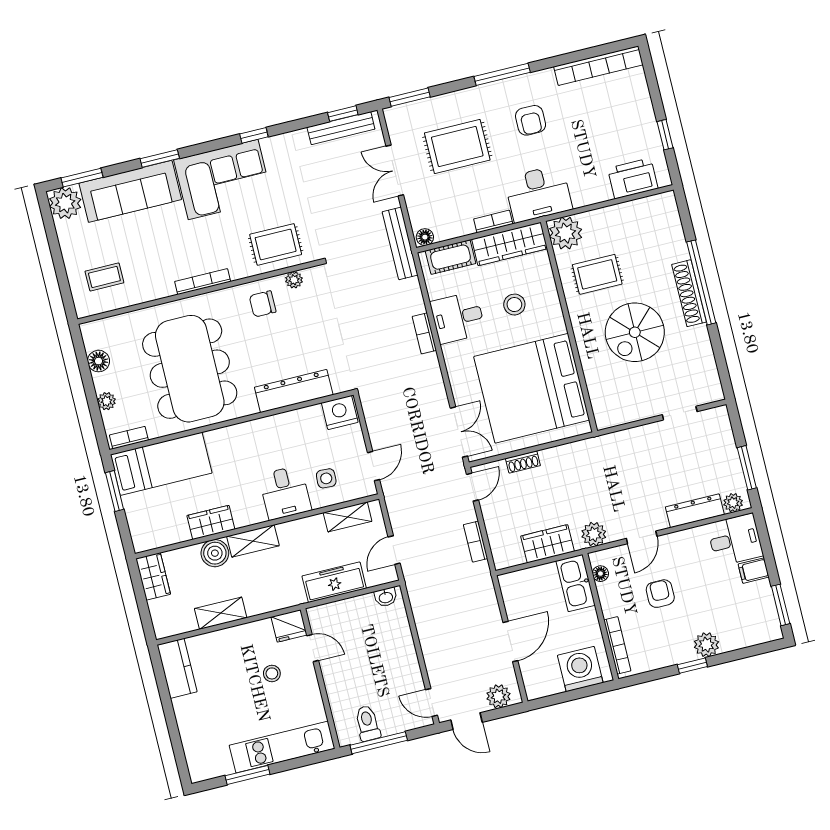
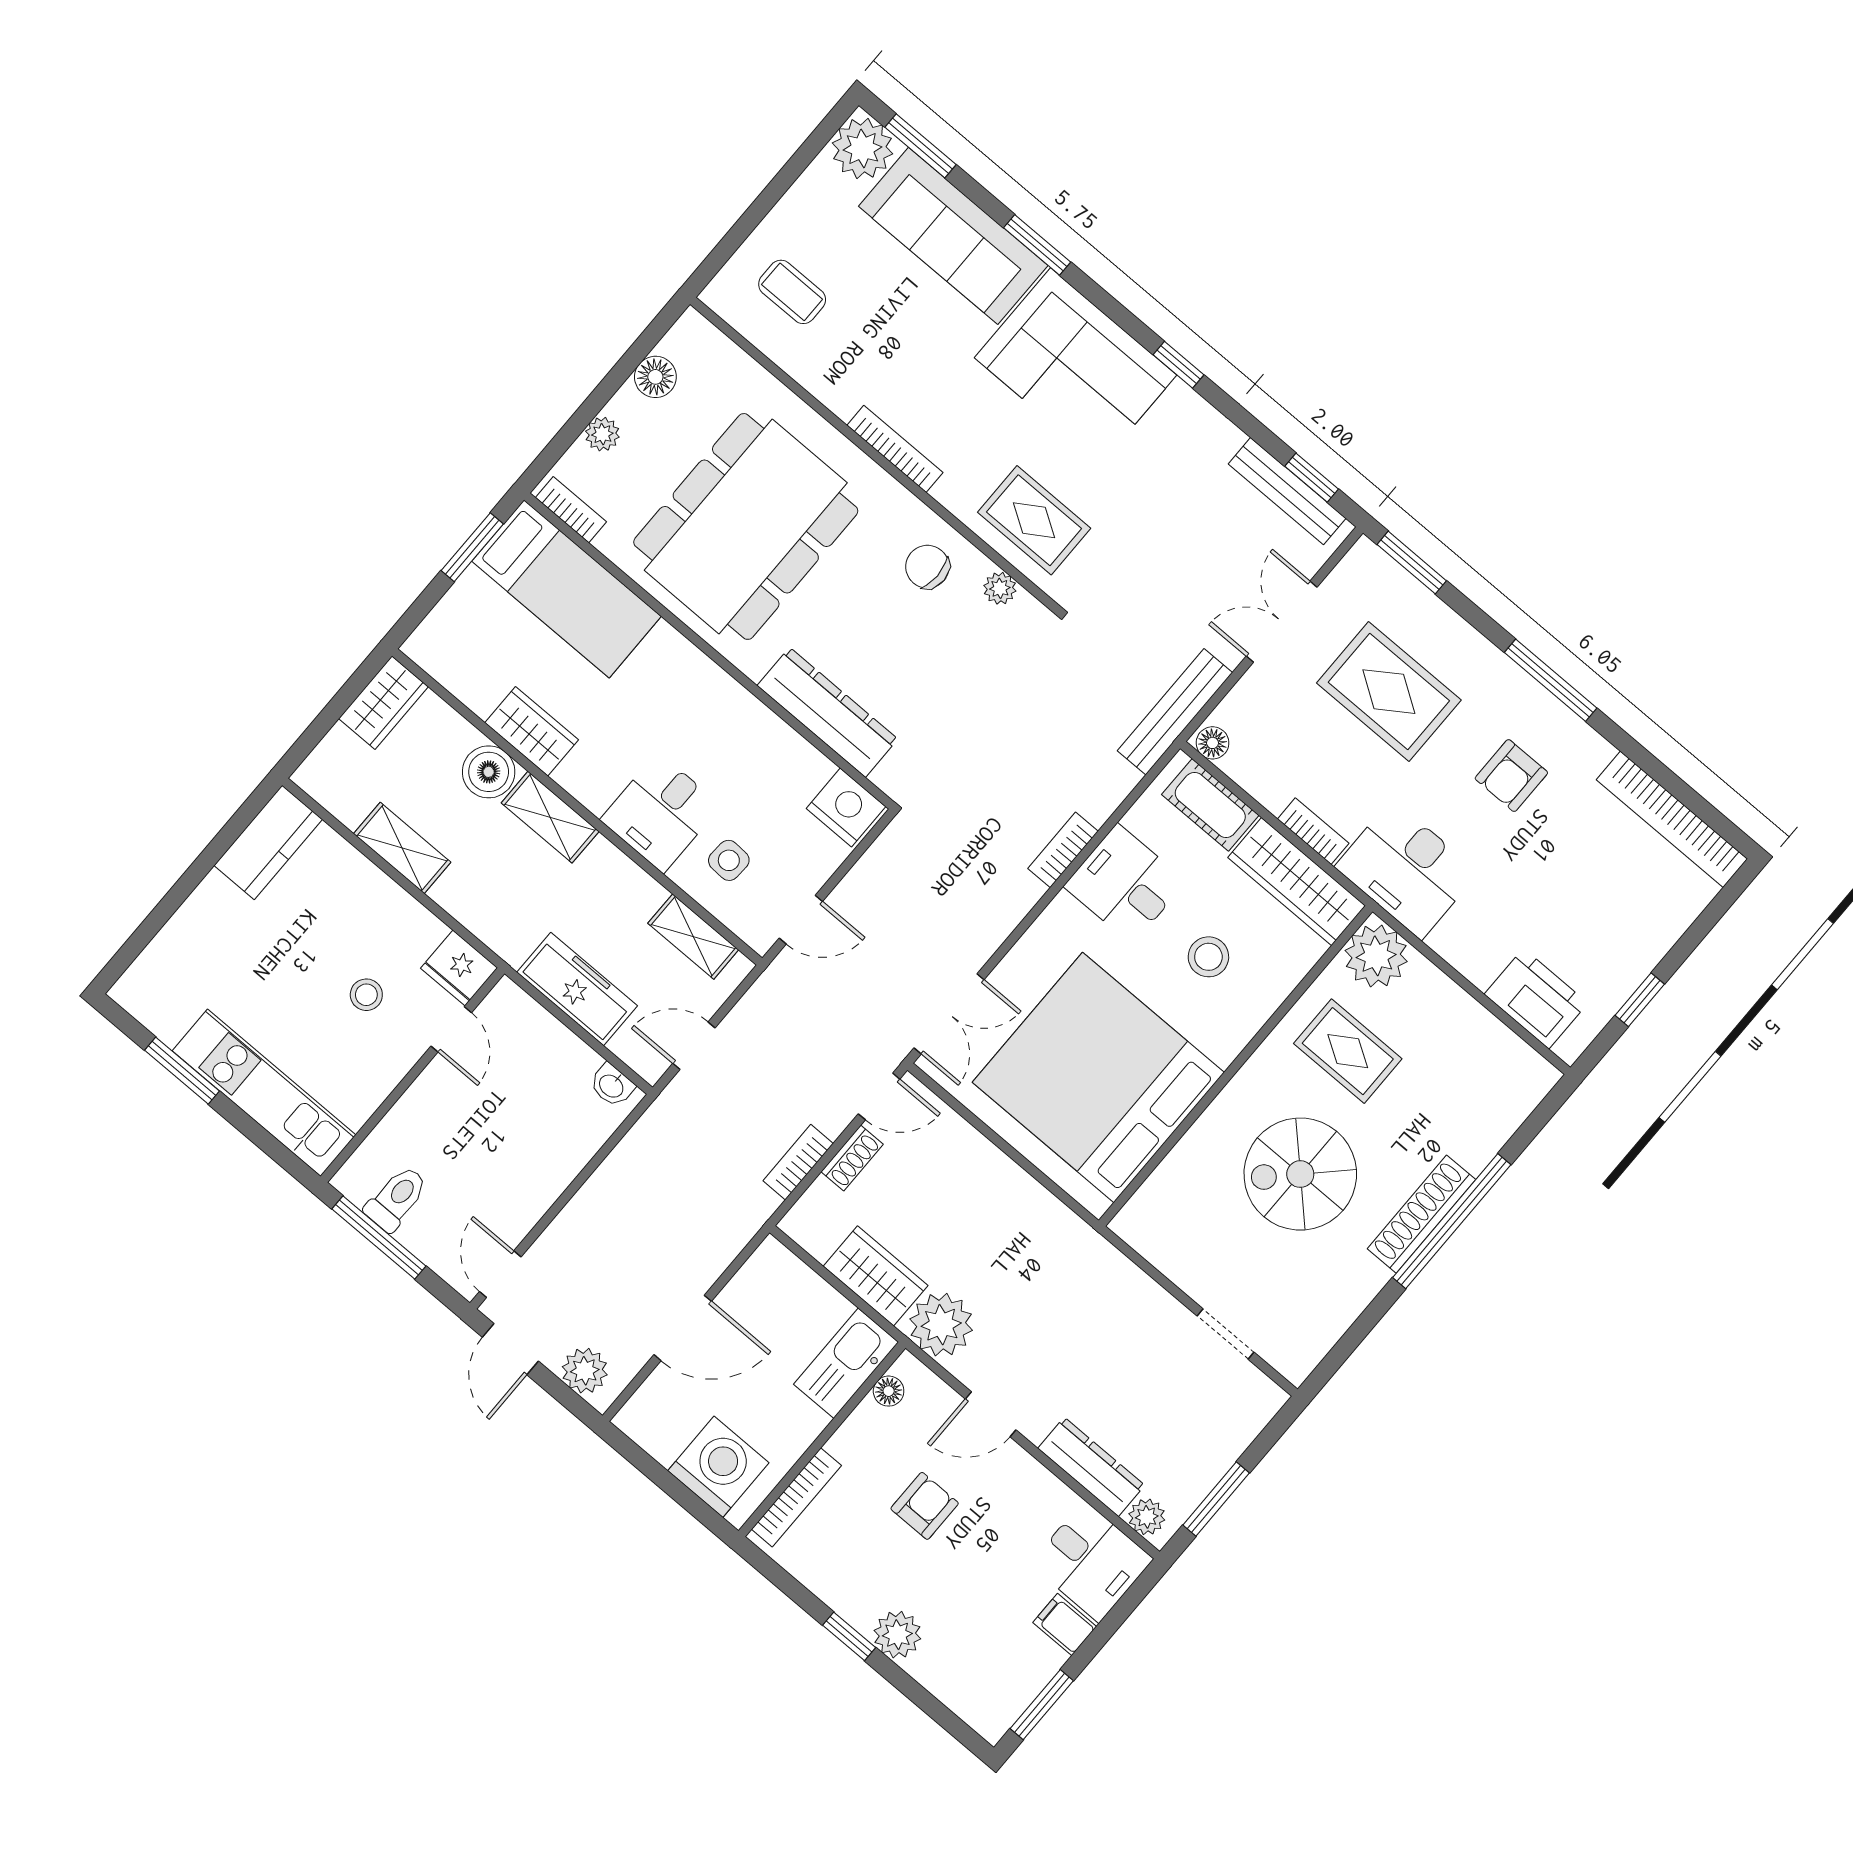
shoe rack: (523, 462) -> (852, 1158), moved, turned -90
plant: (594, 534) -> (941, 1325), width x1.36, depth x1.36

